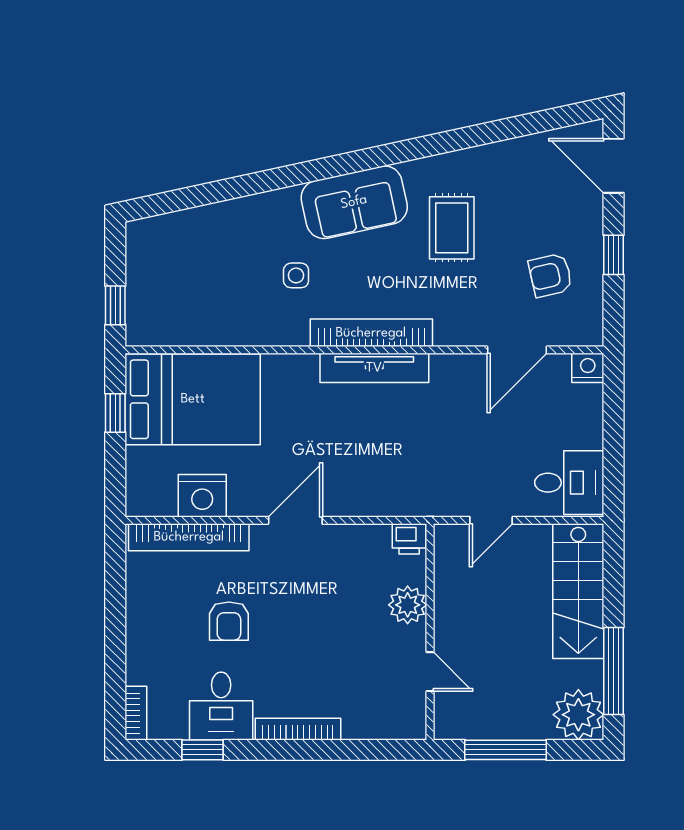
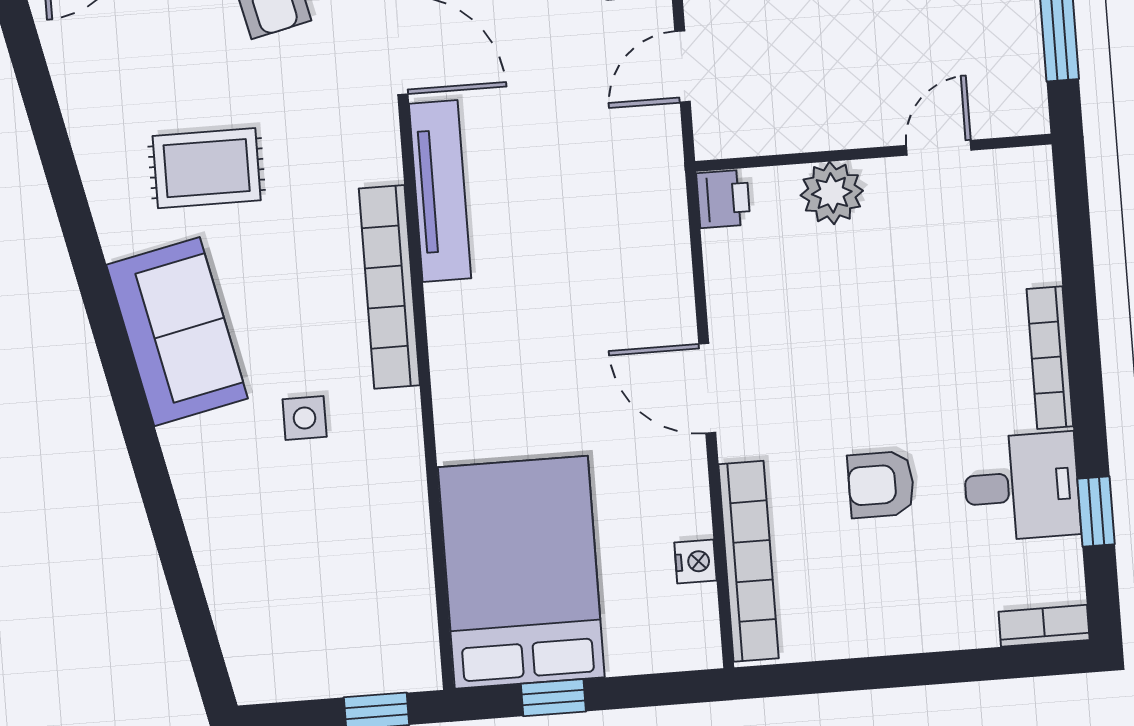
tv unit: (374, 368) -> (440, 191), moved
nightstand: (202, 496) -> (695, 561), width x0.53, depth x0.56
door: (491, 520) -> (682, 67), swing flipped
armchair: (229, 621) -> (881, 484), turned 180

